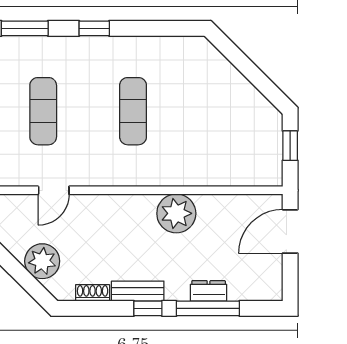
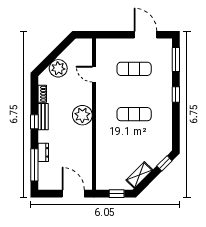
window: (230, 51) -> (164, 163), added
shelving: (253, 101) -> (139, 175), added
plant: (176, 213) -> (82, 115), moved
window: (208, 308) -> (34, 165), moved

